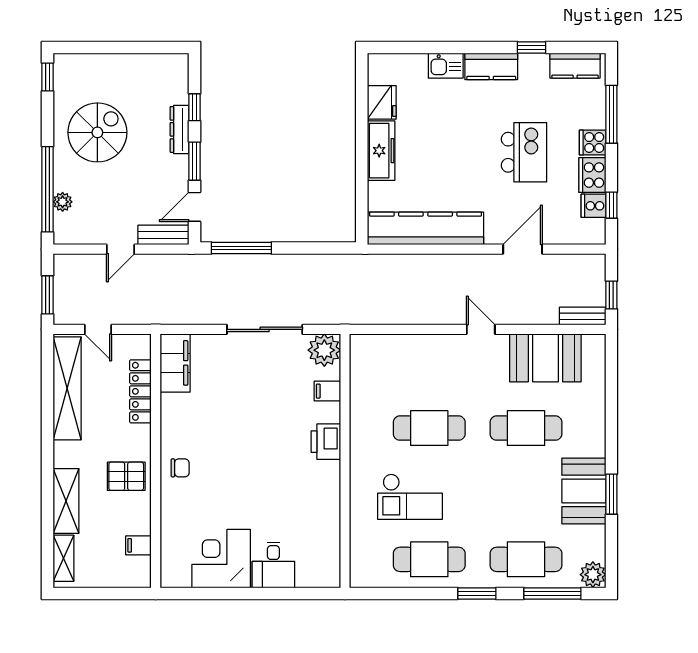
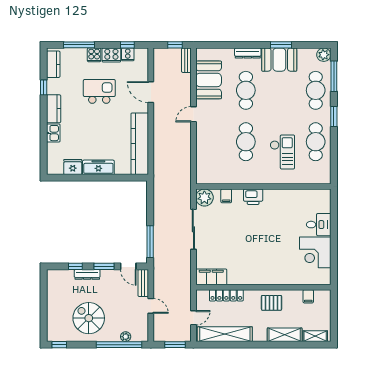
dresser: (596, 432) -> (248, 53), added
chair: (180, 468) -> (267, 274), removed
pallet: (126, 476) -> (272, 303), turned 90

